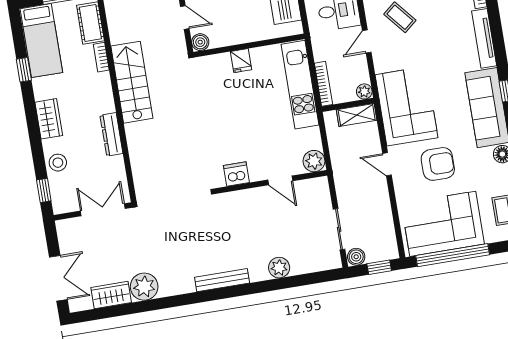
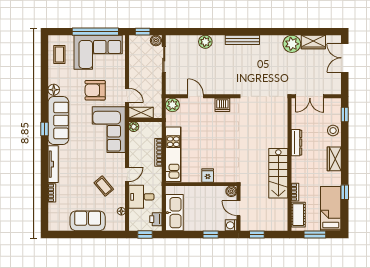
plant: (364, 91) -> (134, 127), moved
wall: (348, 105) -> (145, 120), moved
shelving: (357, 115) -> (141, 113), moved

